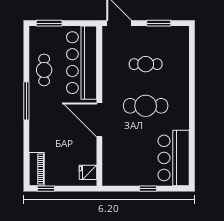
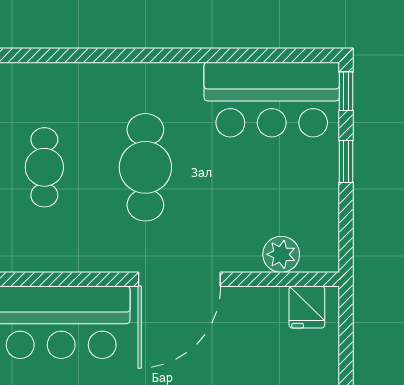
plant: (110, 162) -> (281, 254), added
window: (177, 189) -> (346, 91), added

